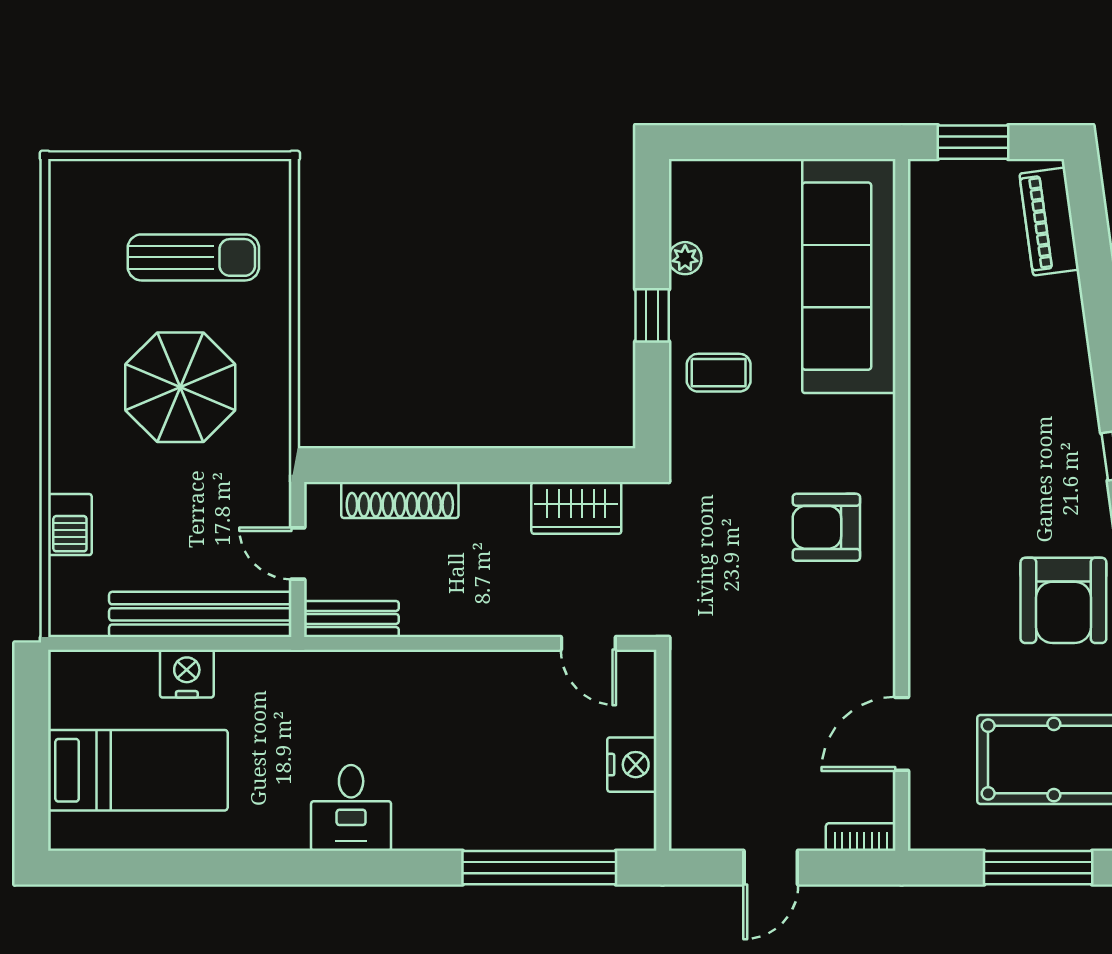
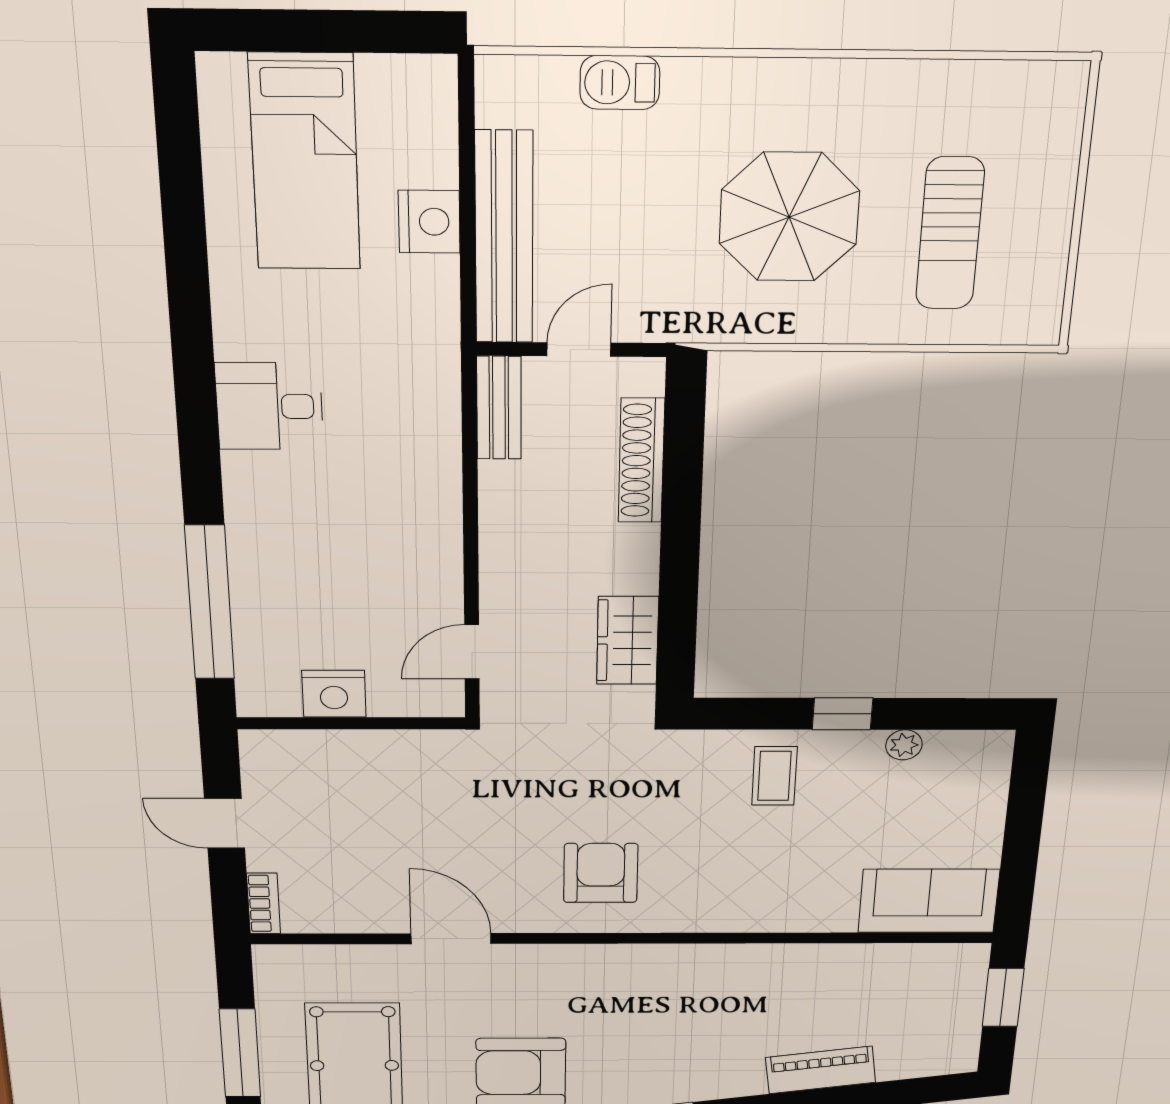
piano: (1049, 222) -> (821, 1070), moved
sofa: (849, 276) -> (929, 901), width x0.54, depth x0.79
door: (902, 734) -> (451, 939), moved

